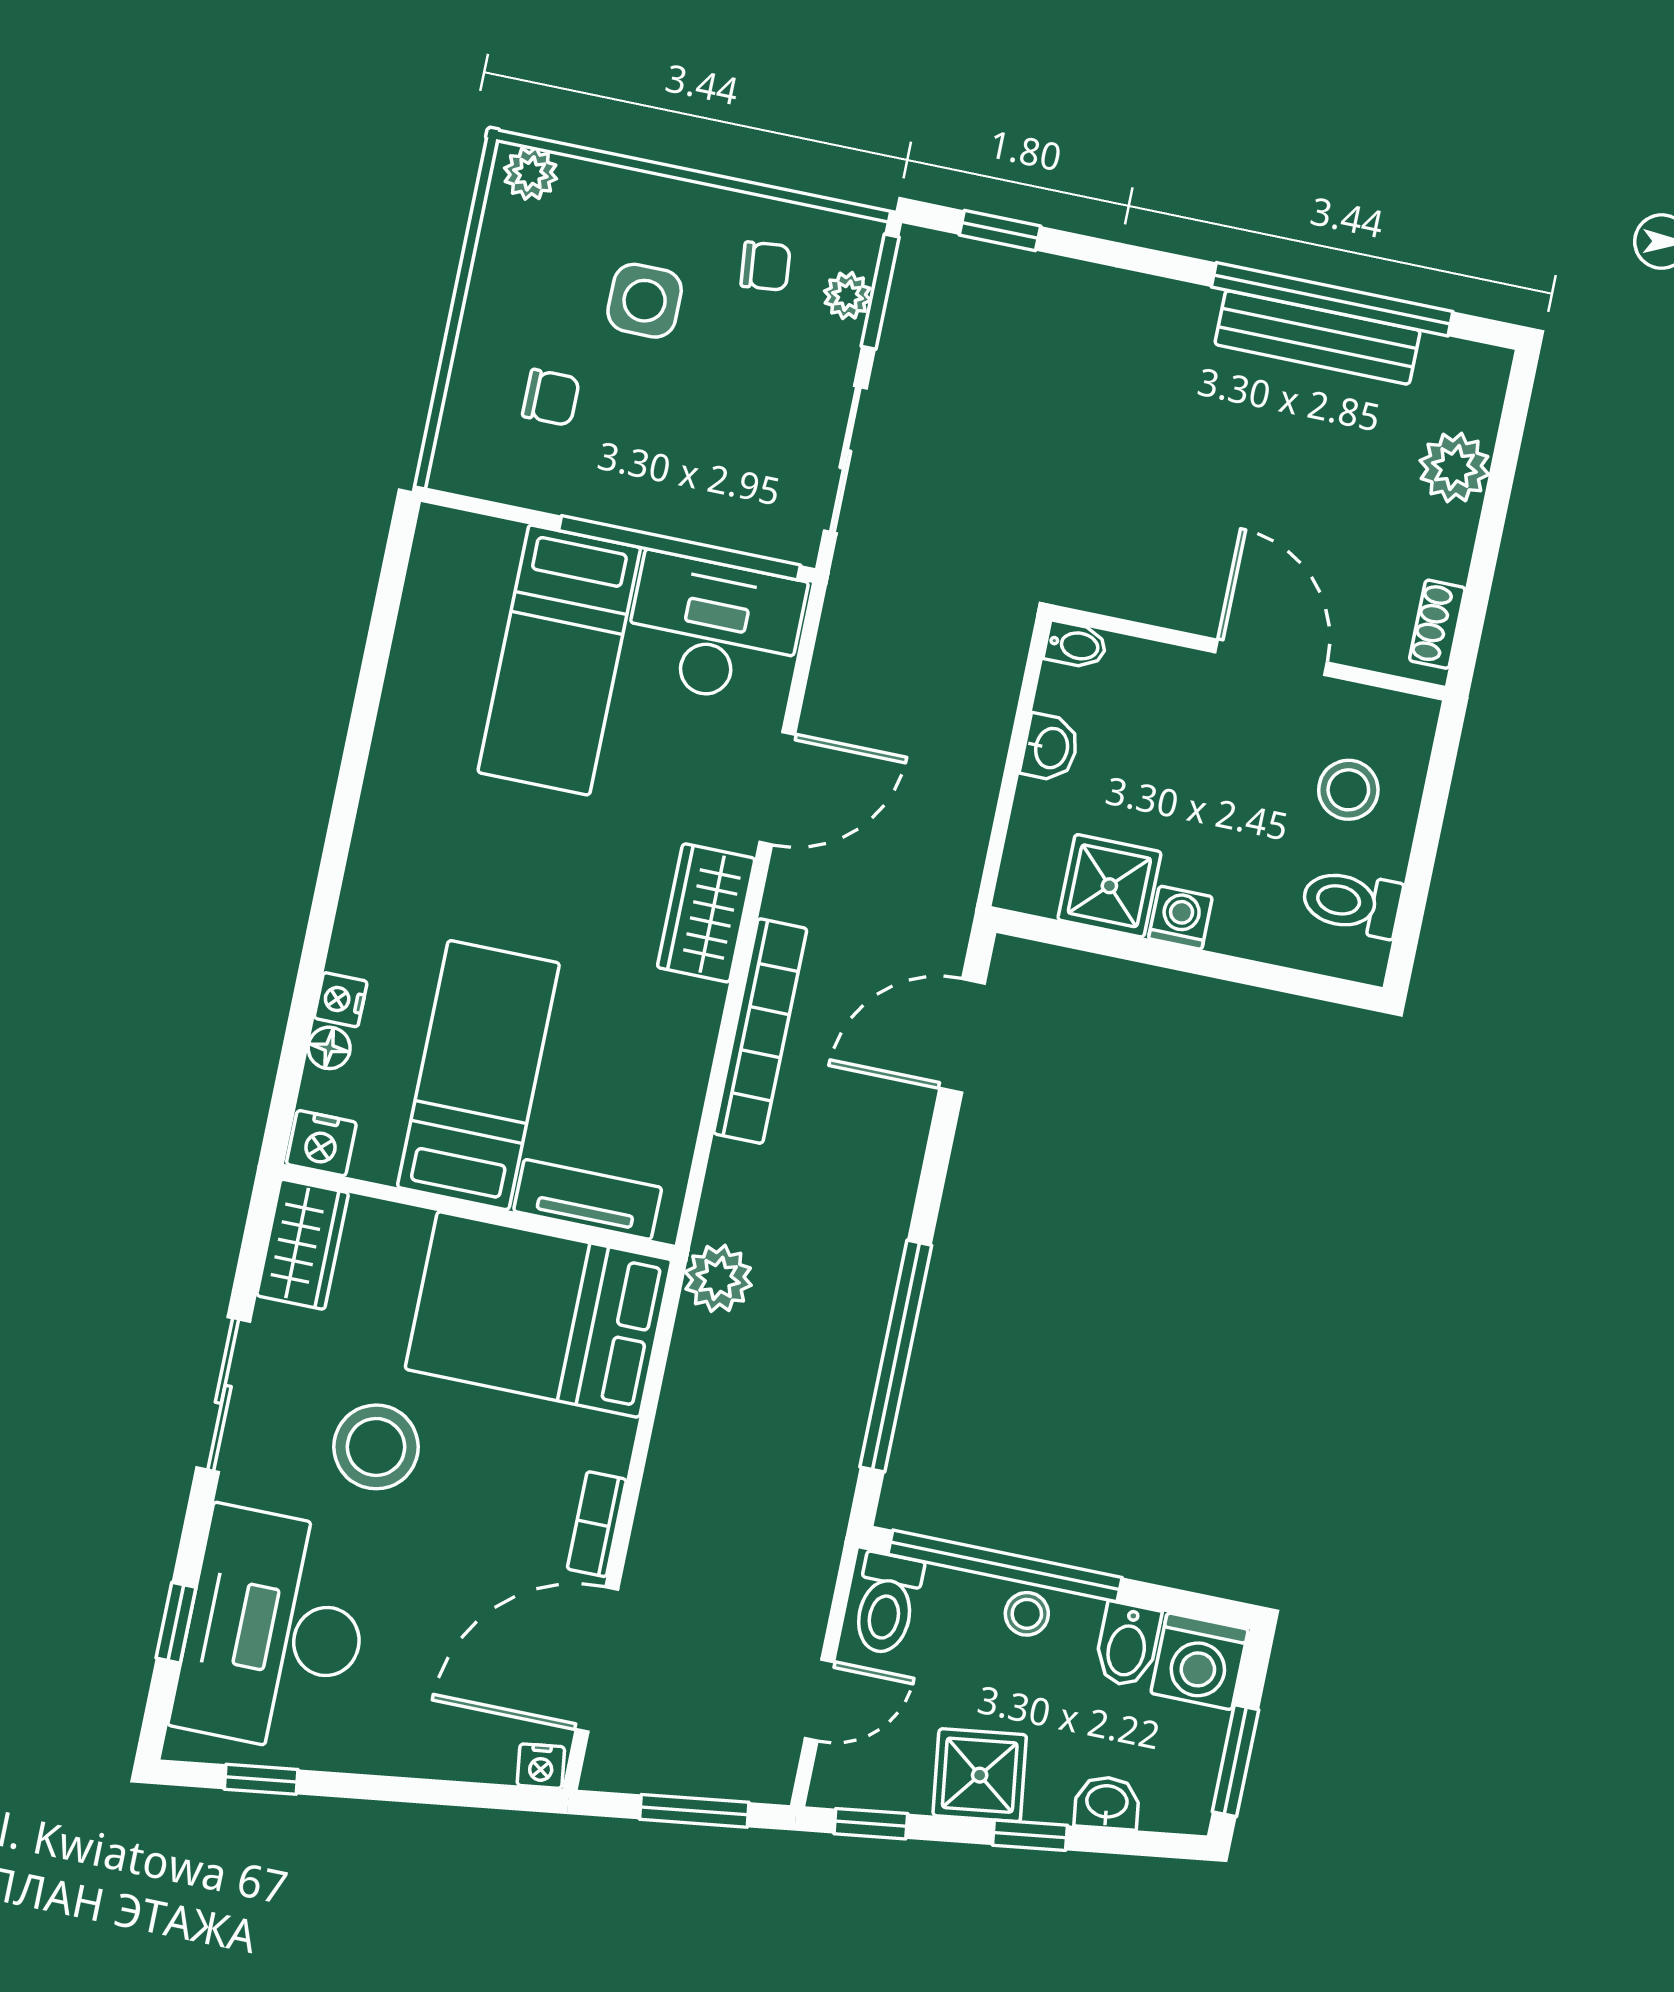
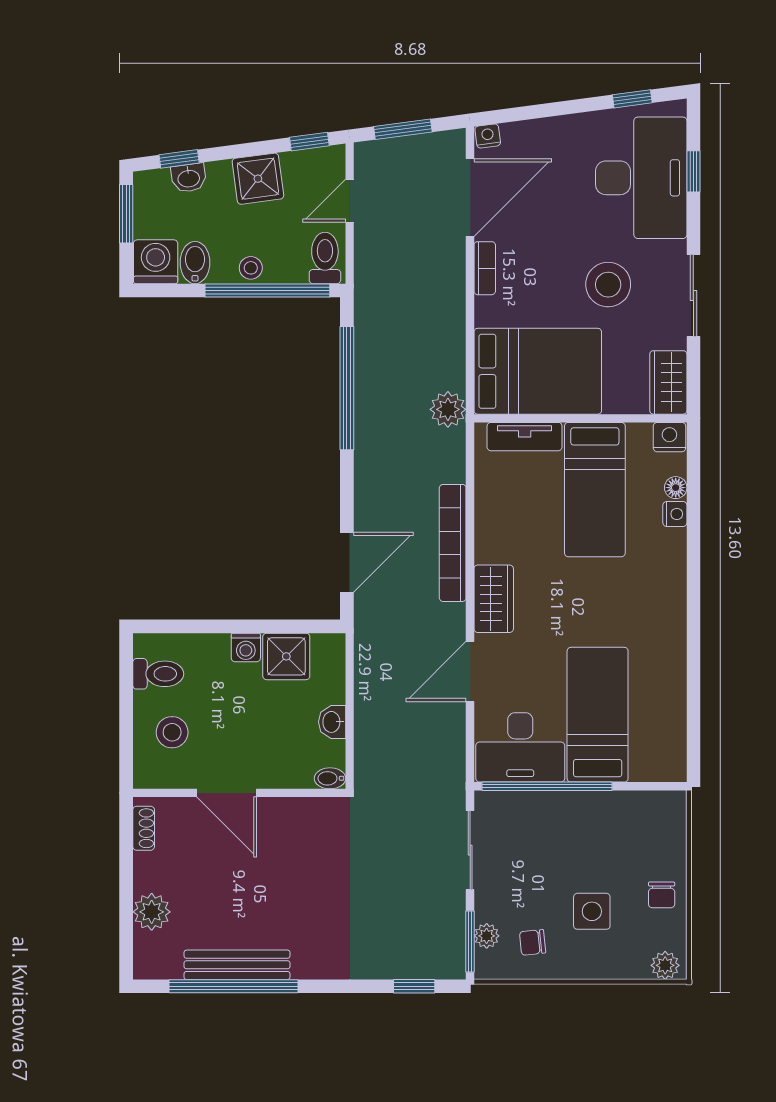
chair: (551, 398) -> (662, 895), moved, turned -90
window: (1030, 1835) -> (179, 159), moved

